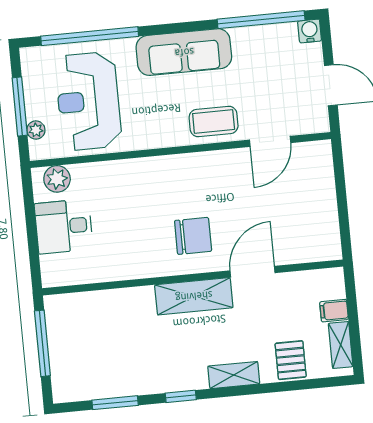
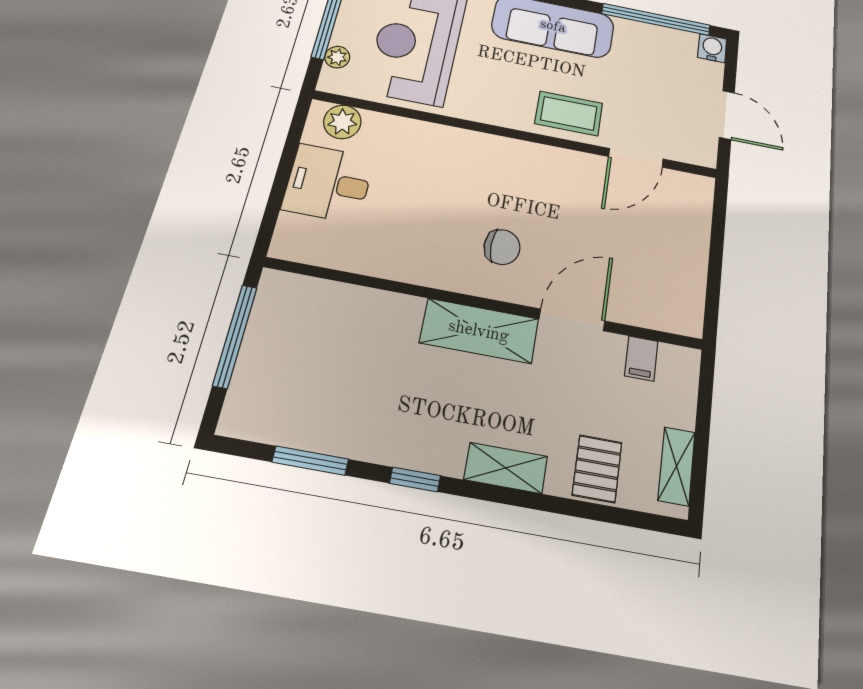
chair: (193, 236) -> (502, 247), width x0.73, depth x0.73
filing cabinet: (334, 311) -> (641, 359), moved, turned -90

